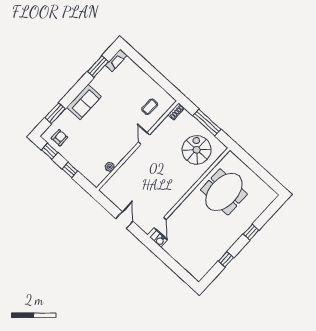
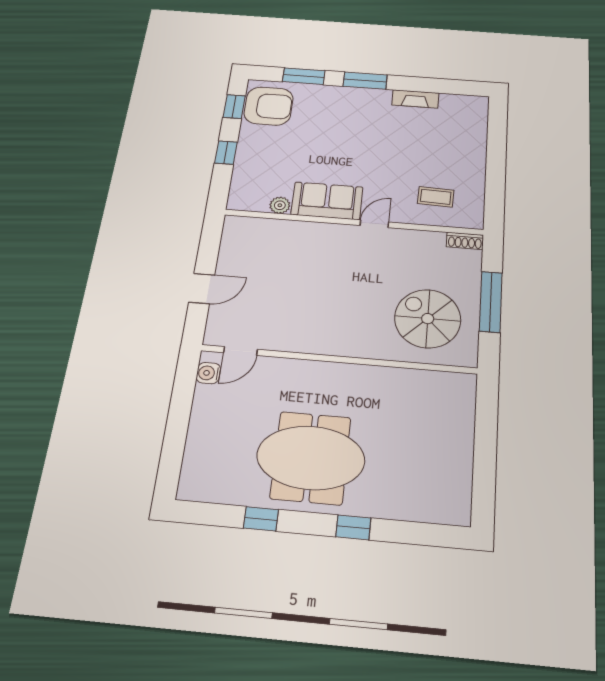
fireplace: (116, 60) -> (415, 99), moved
window: (98, 67) -> (365, 81), moved
sofa: (84, 102) -> (327, 201), moved, turned 180
armchair: (59, 138) -> (269, 106), width x1.88, depth x1.88
spiral stairs: (197, 150) -> (428, 319), turned -90
meeting table: (224, 192) -> (311, 458), moved

